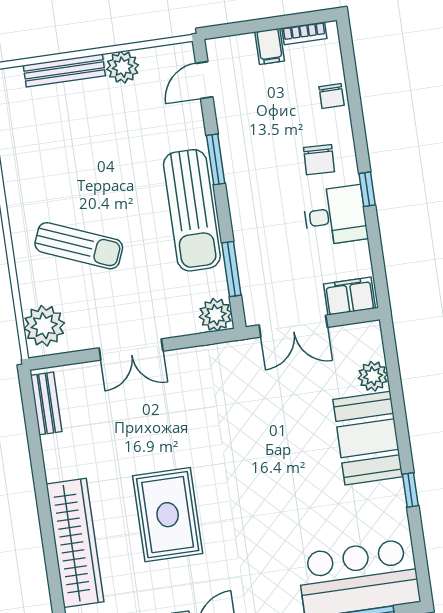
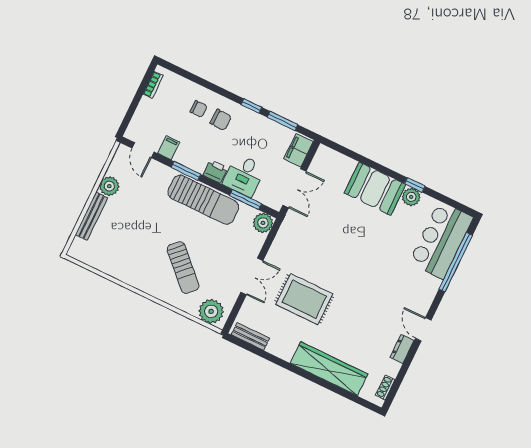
filing cabinet: (270, 46) -> (169, 148), moved, turned -90
chair: (332, 96) -> (199, 109), moved
printer: (242, 200) -> (215, 171), added
desk: (335, 216) -> (244, 175), moved, turned 180
sun lounger: (79, 246) -> (183, 268), turned 113
window: (375, 246) -> (282, 121), added
plant: (373, 376) -> (411, 197), moved
rug: (168, 515) -> (304, 299), moved

